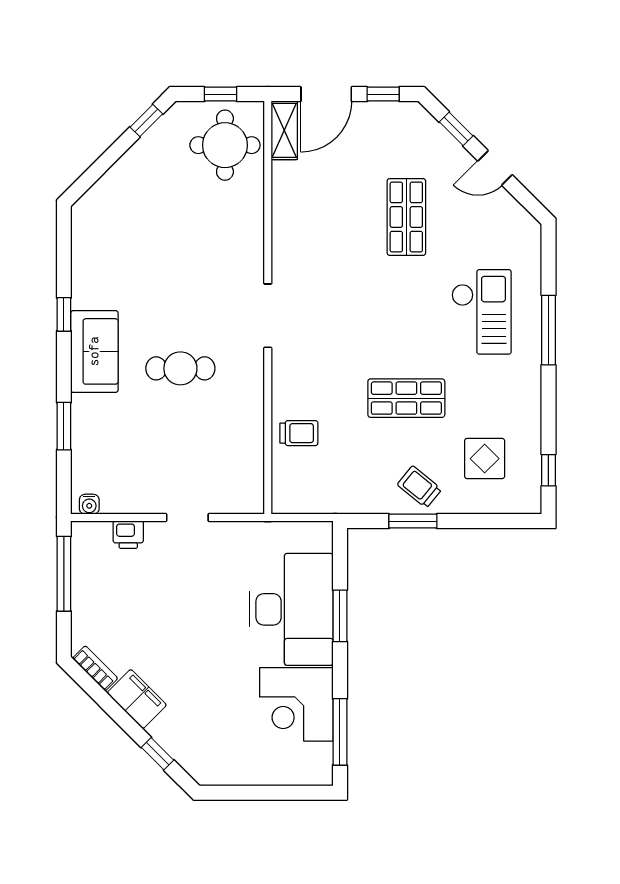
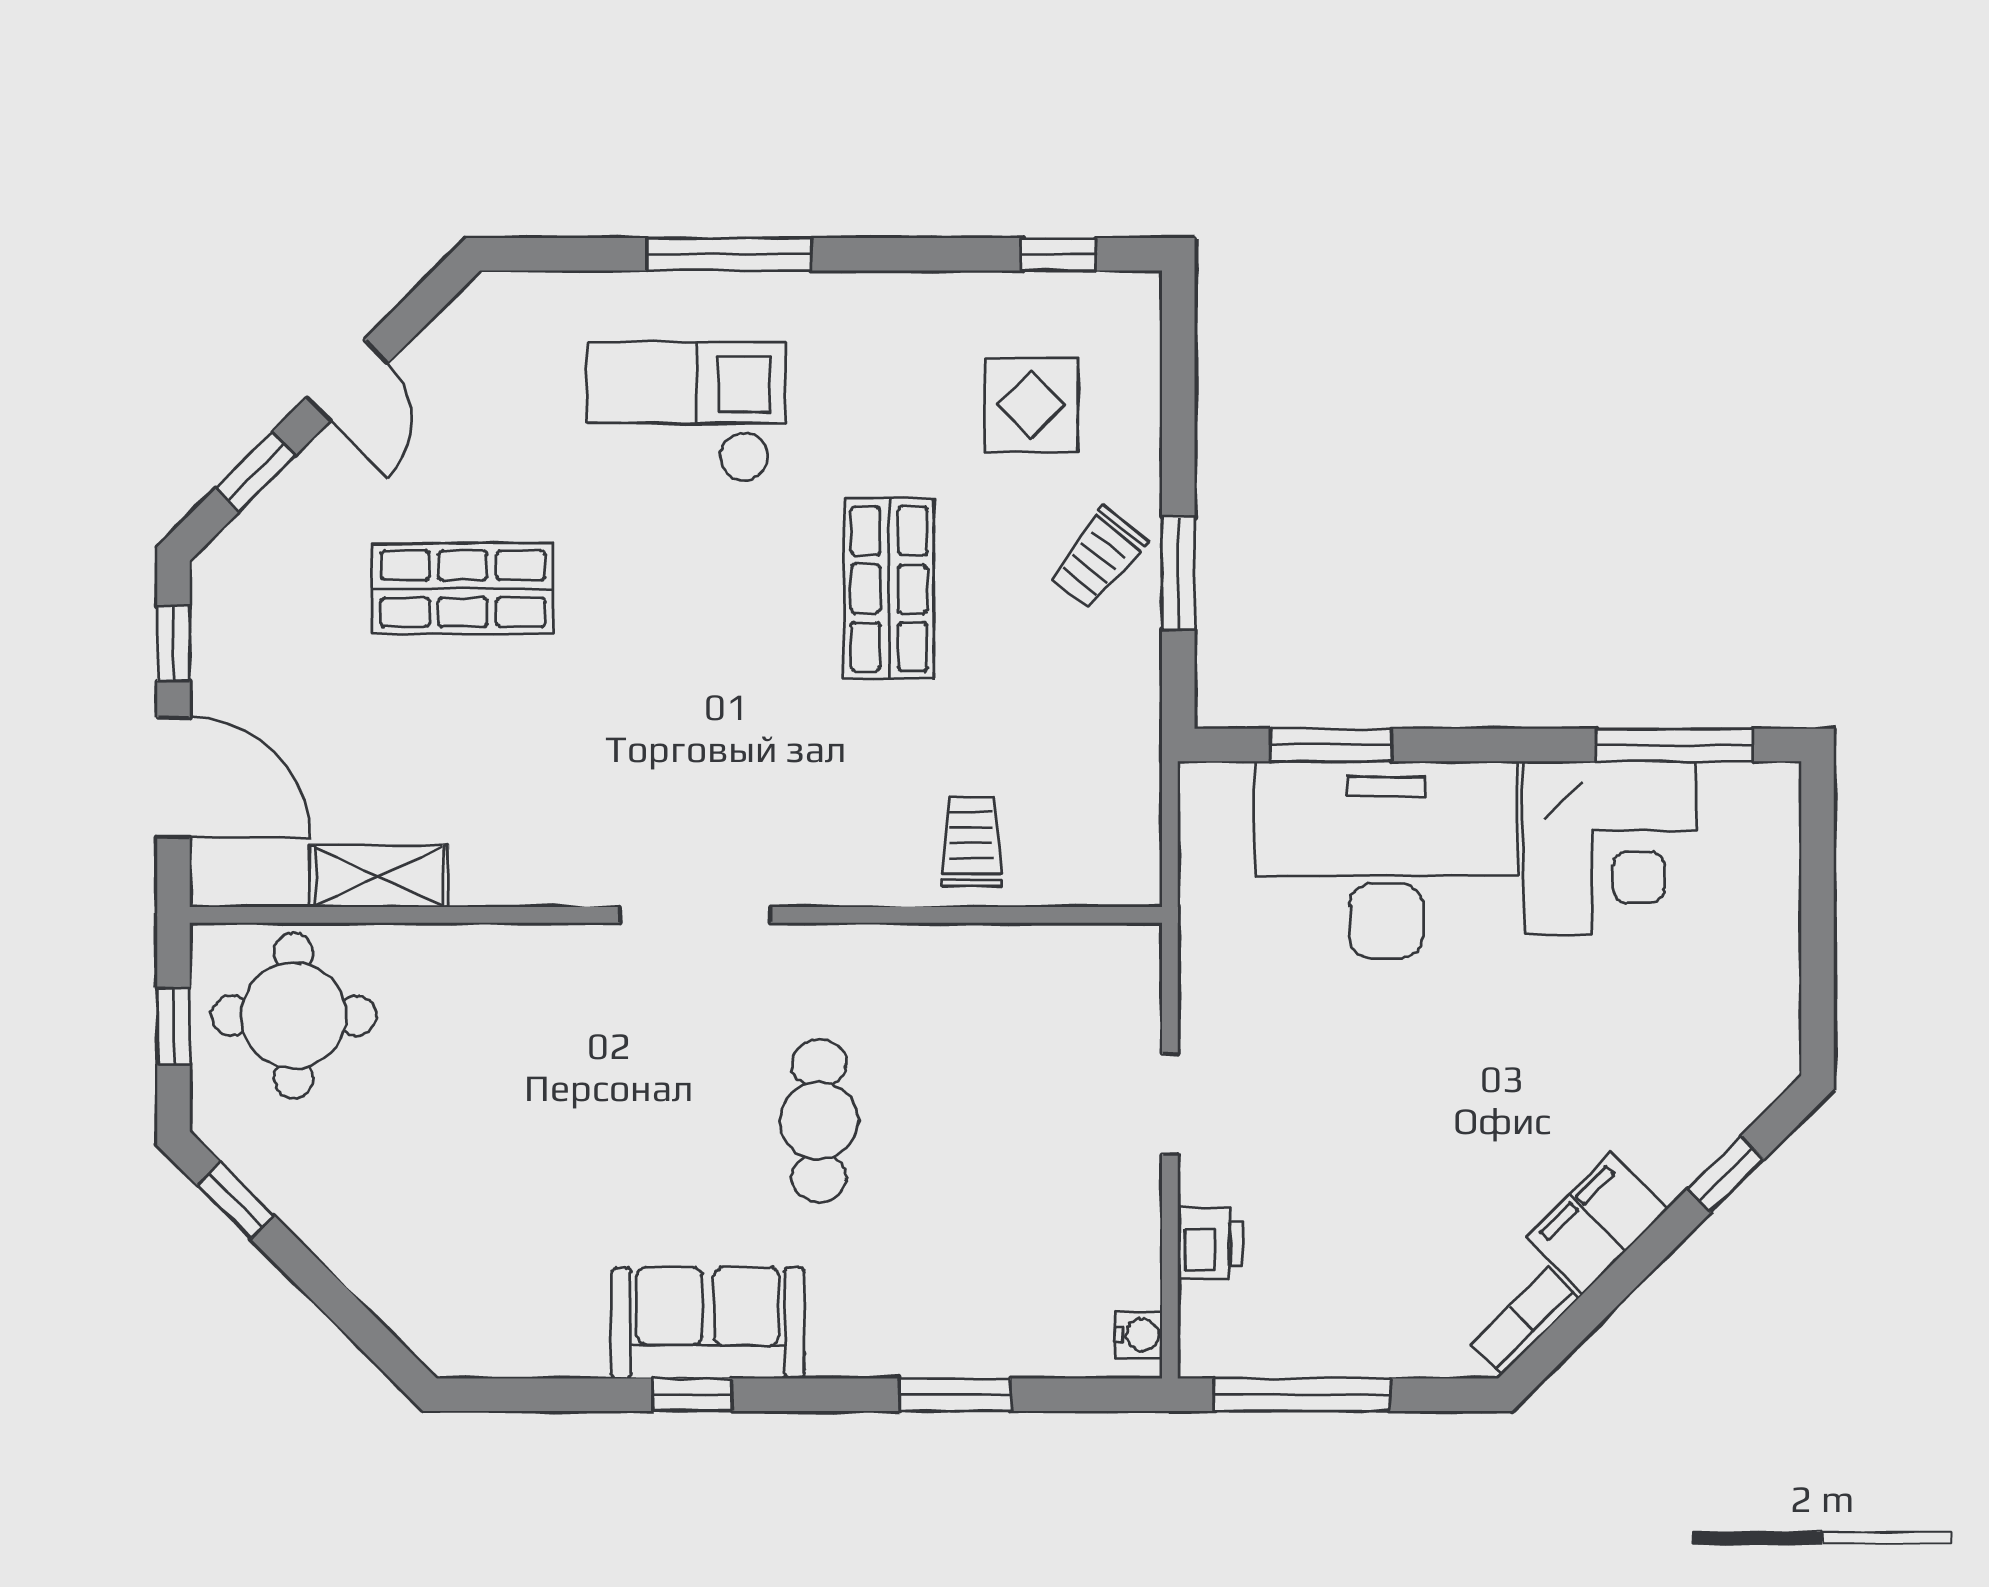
shelving: (284, 130) -> (379, 876), moved
sofa: (94, 351) -> (708, 1323), moved
window: (340, 616) -> (1331, 745), moved

